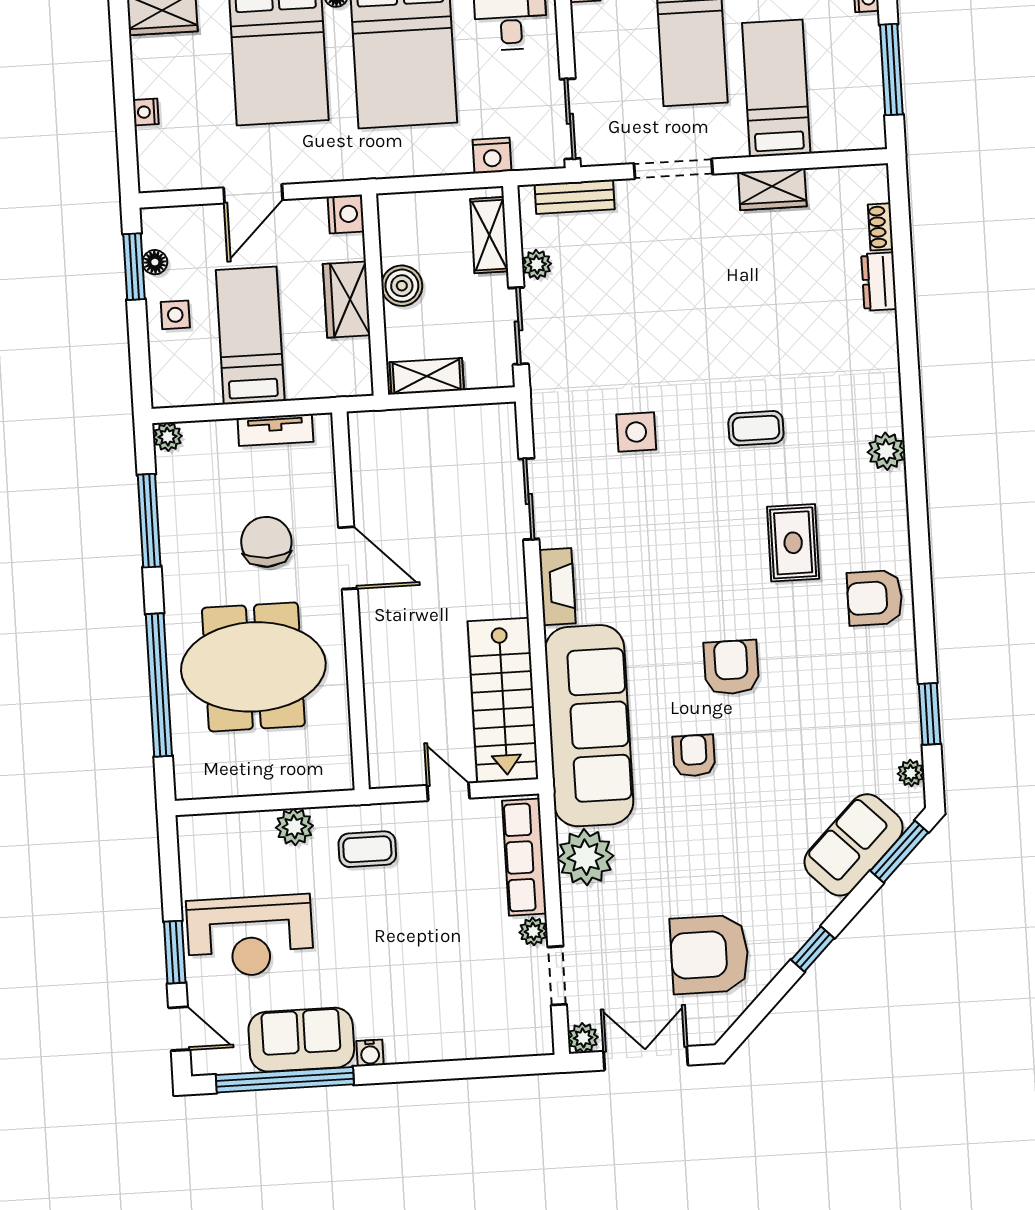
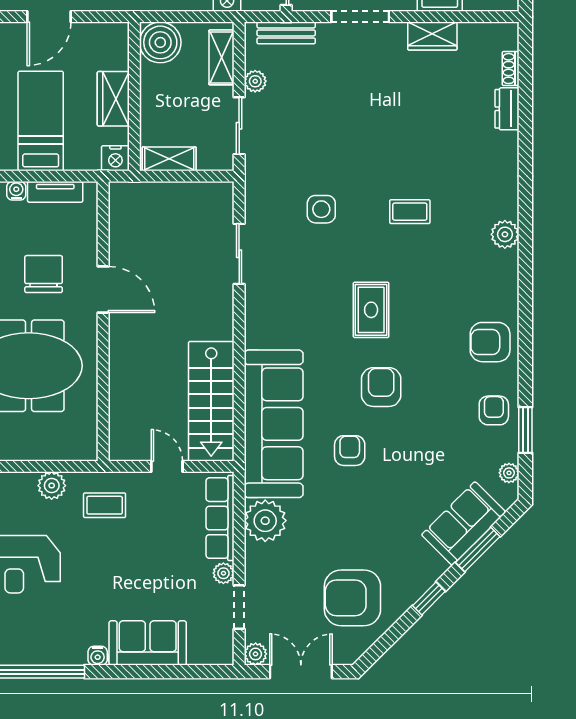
nightstand: (346, 214) -> (115, 158), moved, turned 90
boiler: (402, 286) -> (160, 42), moved, width x1.37, depth x1.37
water cooler: (223, 432) -> (16, 191), added
rug: (793, 543) -> (371, 310), moved
fireplace: (557, 587) -> (256, 320), removed
armchair: (885, 690) -> (494, 410), added
window: (899, 852) -> (478, 549), moved
sofa: (301, 1040) -> (148, 643), moved

